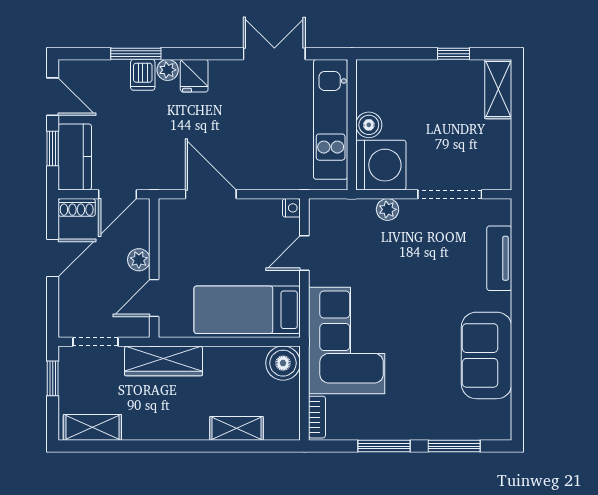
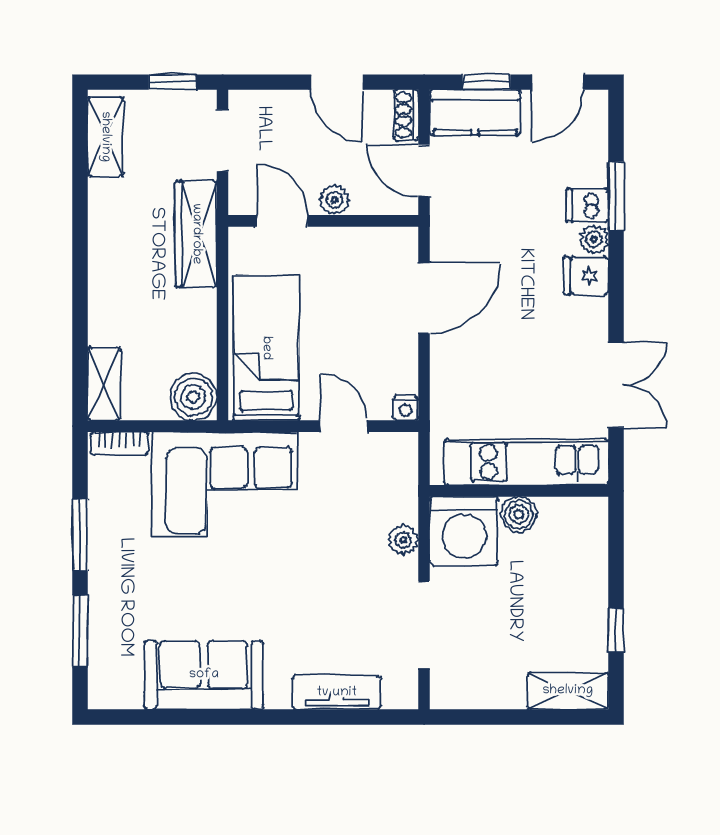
shelving: (237, 428) -> (104, 384), moved

